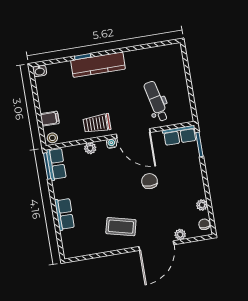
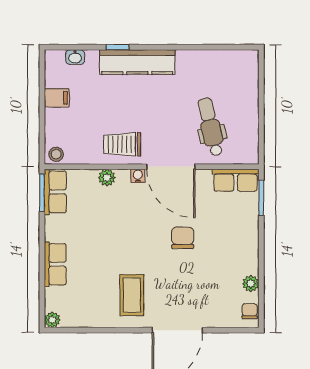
washbasin: (40, 71) -> (75, 57), moved
filing cabinet: (50, 119) -> (57, 98), moved
coffee table: (121, 227) -> (132, 295), turned 76
plant: (180, 234) -> (52, 320), moved

